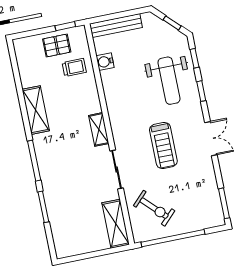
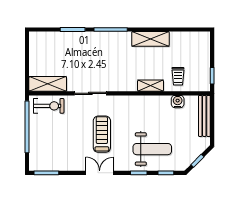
pallet: (57, 45) -> (198, 66), removed
weight bench: (169, 81) -> (152, 149), turned 180
shelving: (99, 129) -> (151, 86), moved
double door: (211, 139) -> (100, 173), swing flipped
treadmill: (163, 146) -> (102, 134), turned 90
exercise bike: (154, 208) -> (49, 106), moved, turned -135

